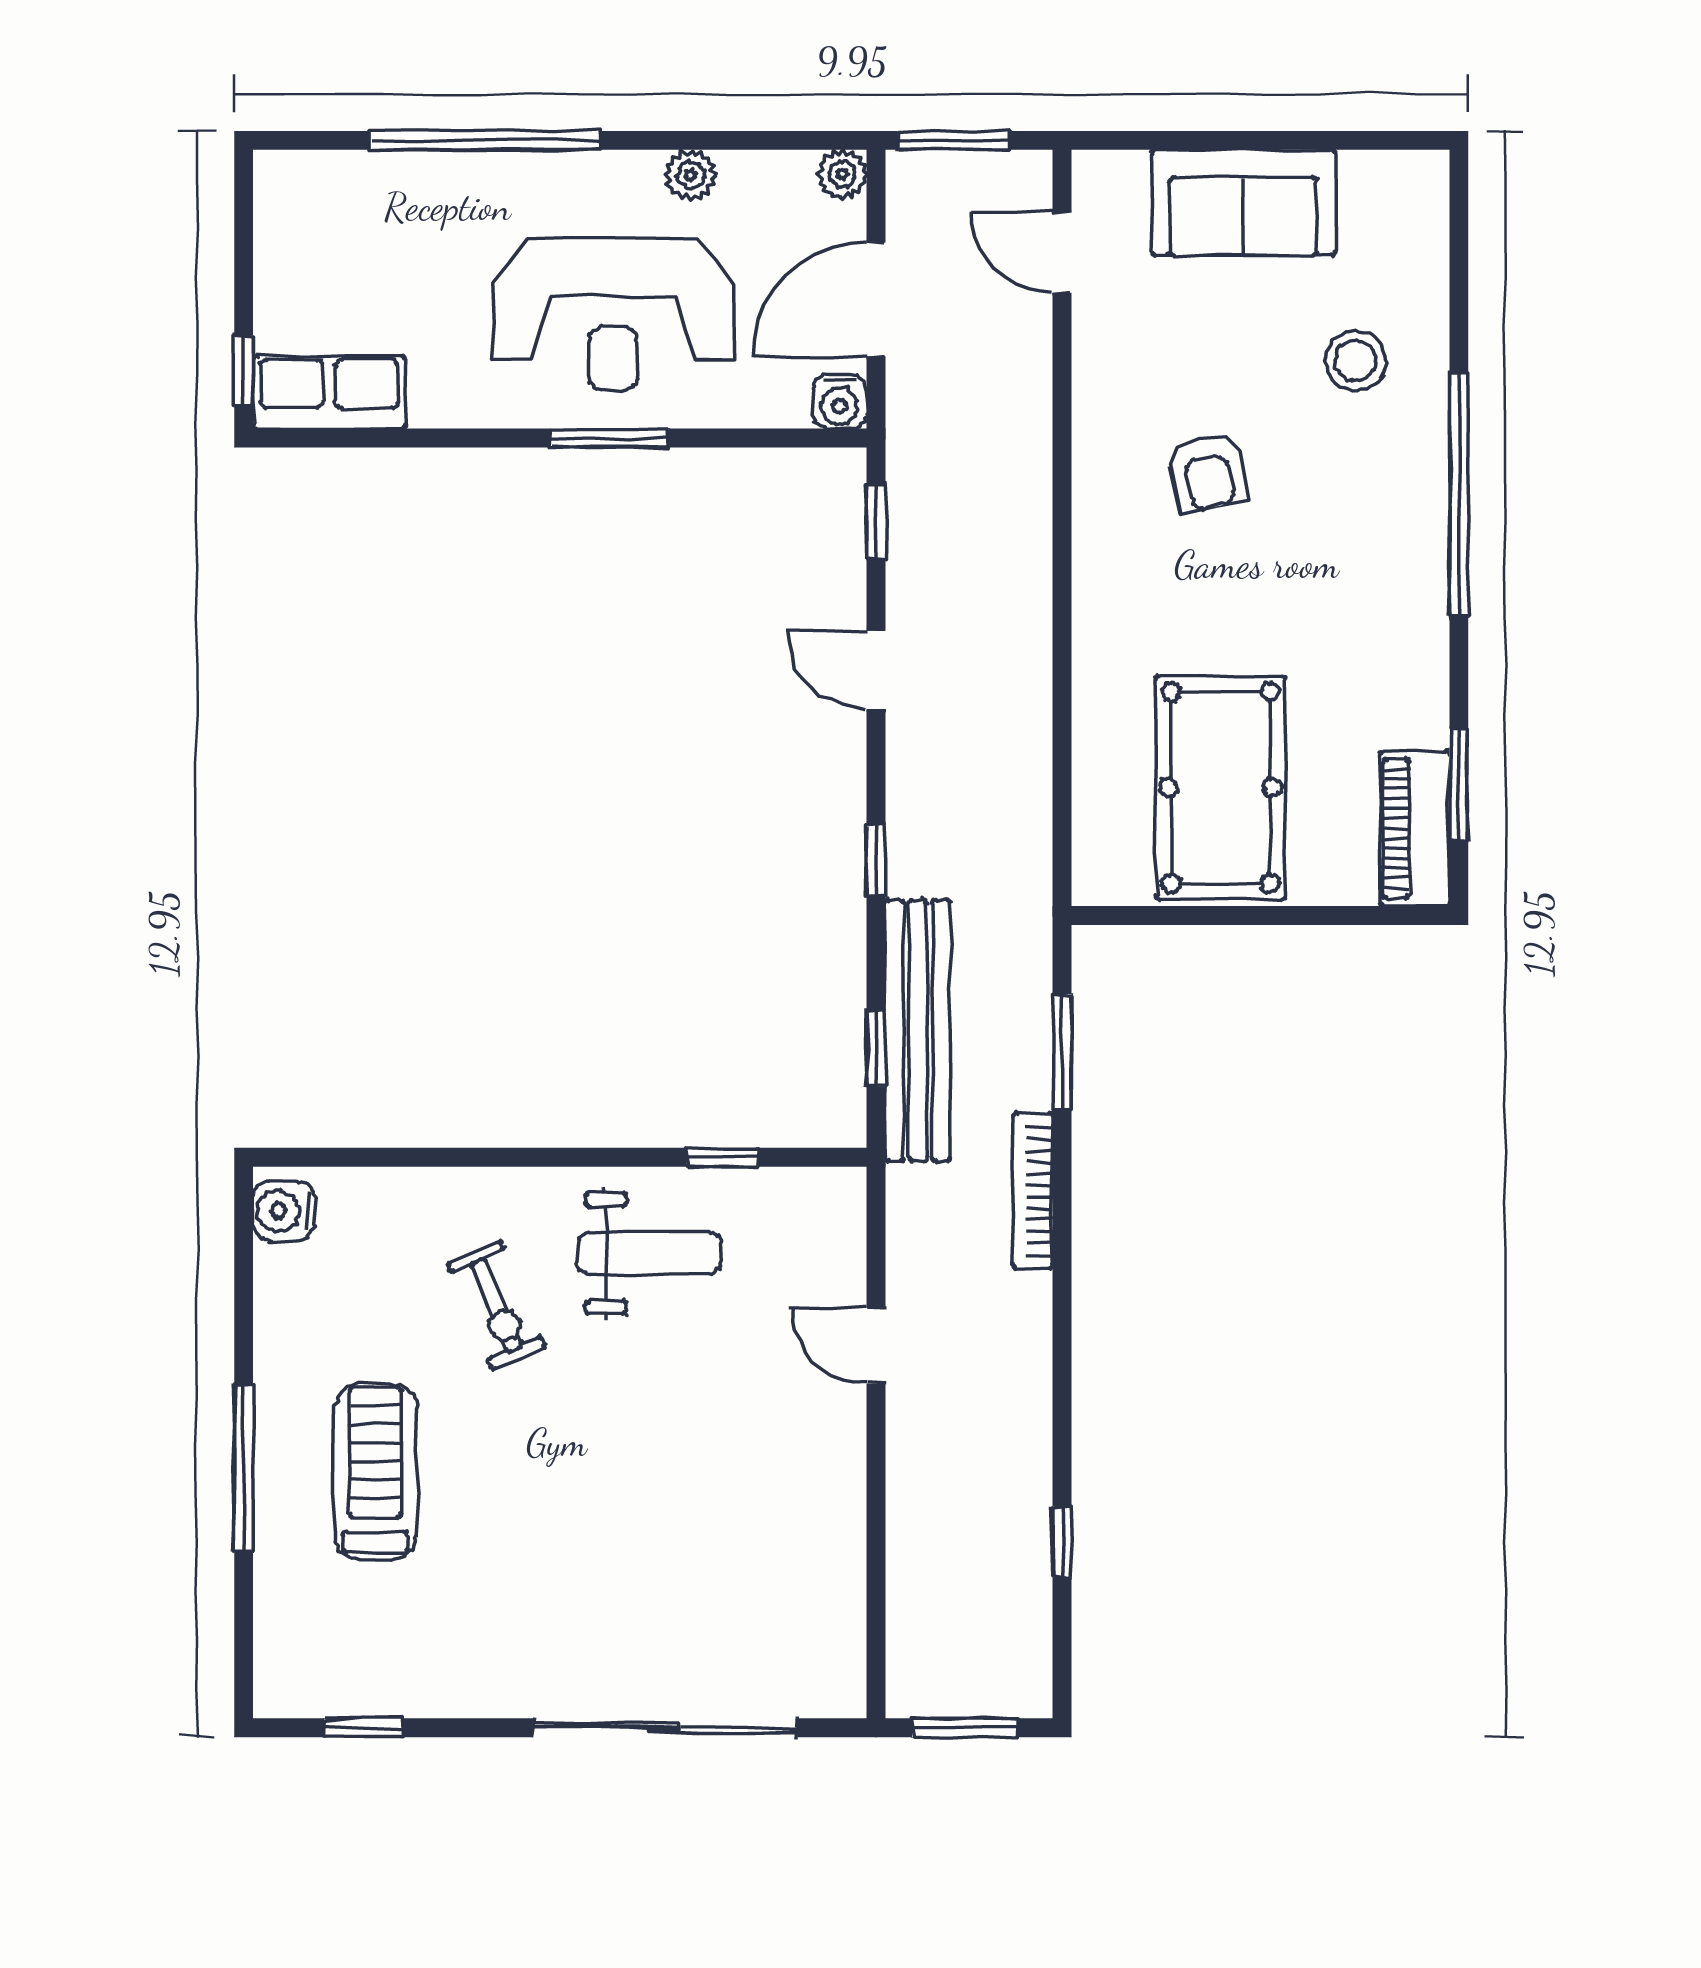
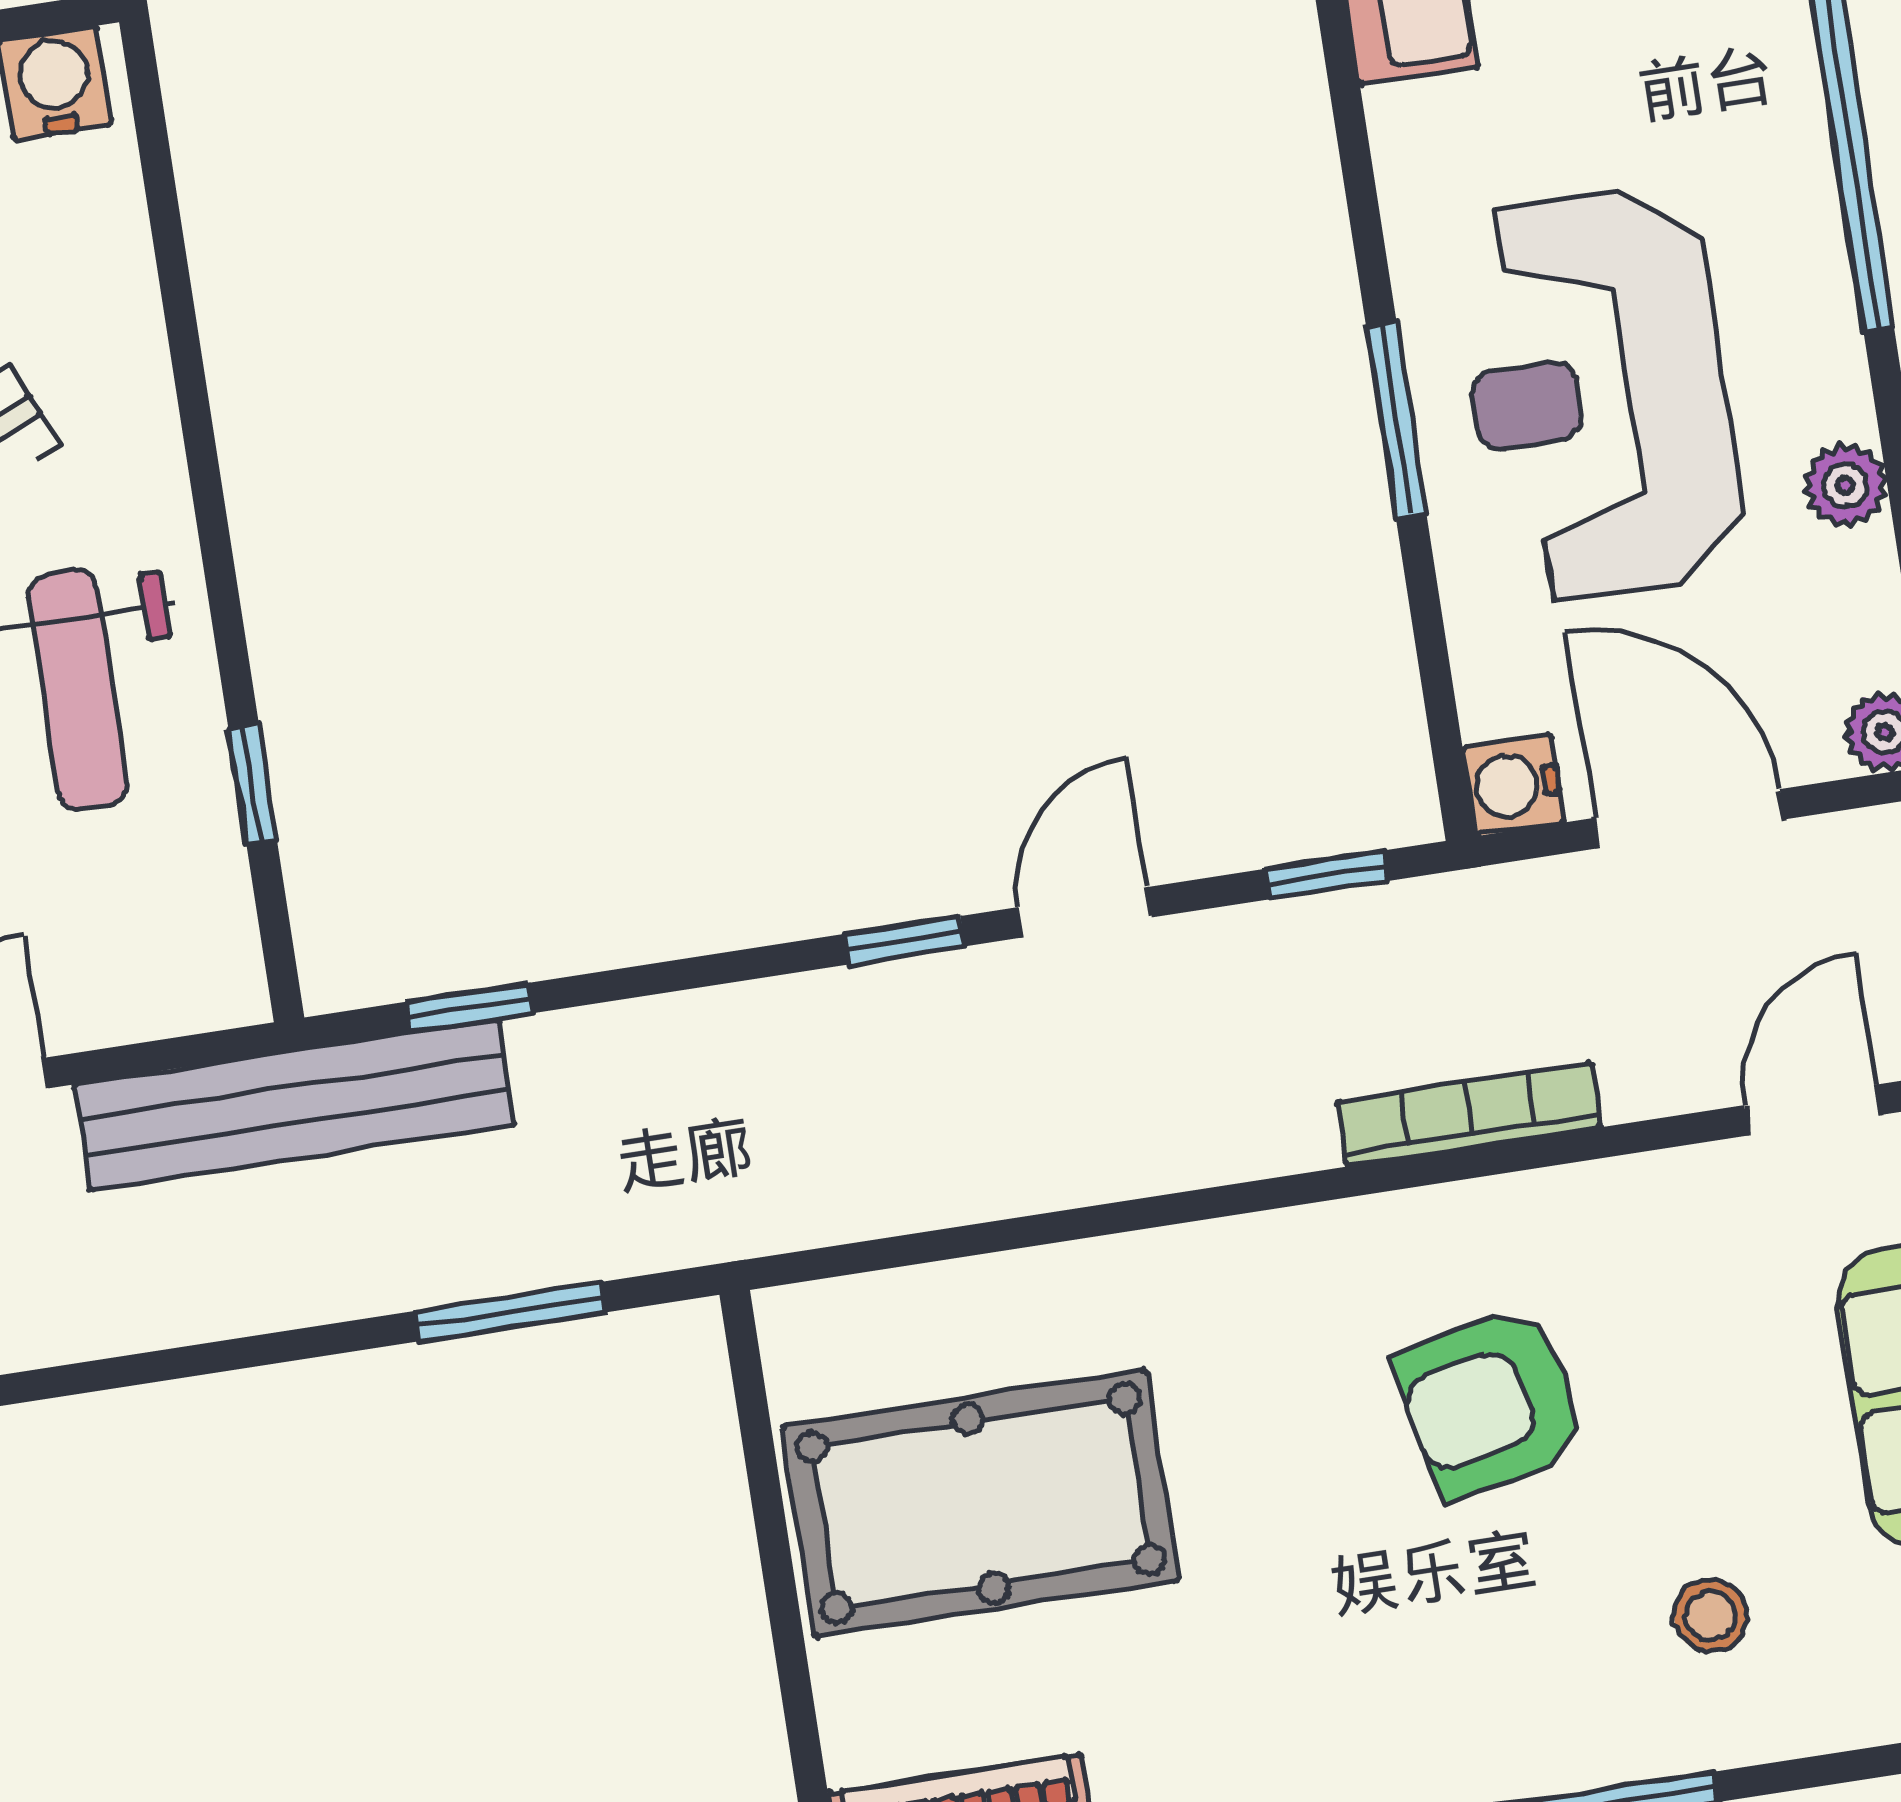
stool: (1356, 361) -> (1710, 1616), width x0.73, depth x0.73
armchair: (1208, 472) -> (1491, 1403), width x1.38, depth x1.38
window: (876, 860) -> (905, 940), moved
bench: (918, 1031) -> (294, 1104), moved
bookcase: (1033, 1191) -> (1469, 1114), moved

